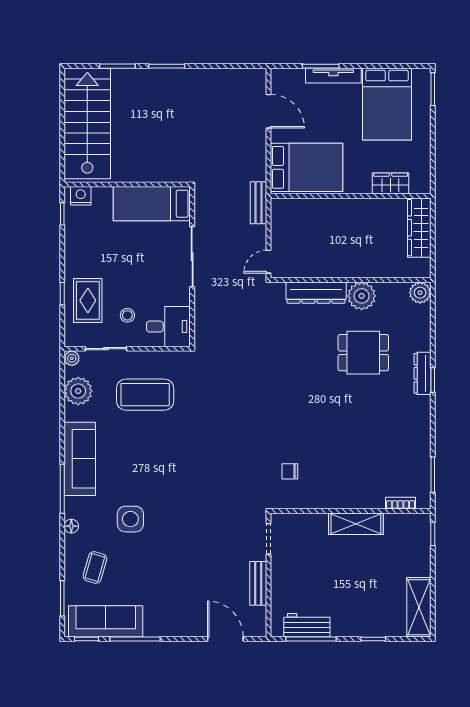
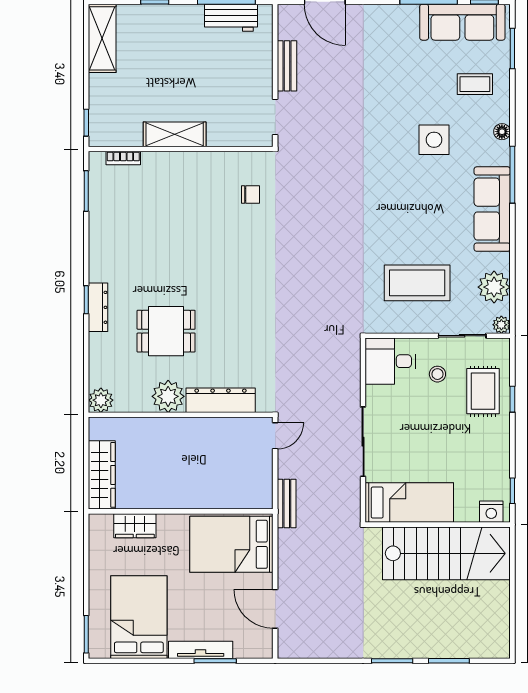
stairs: (87, 123) -> (446, 553), moved, turned -90
coffee table: (95, 567) -> (475, 84), turned 74

